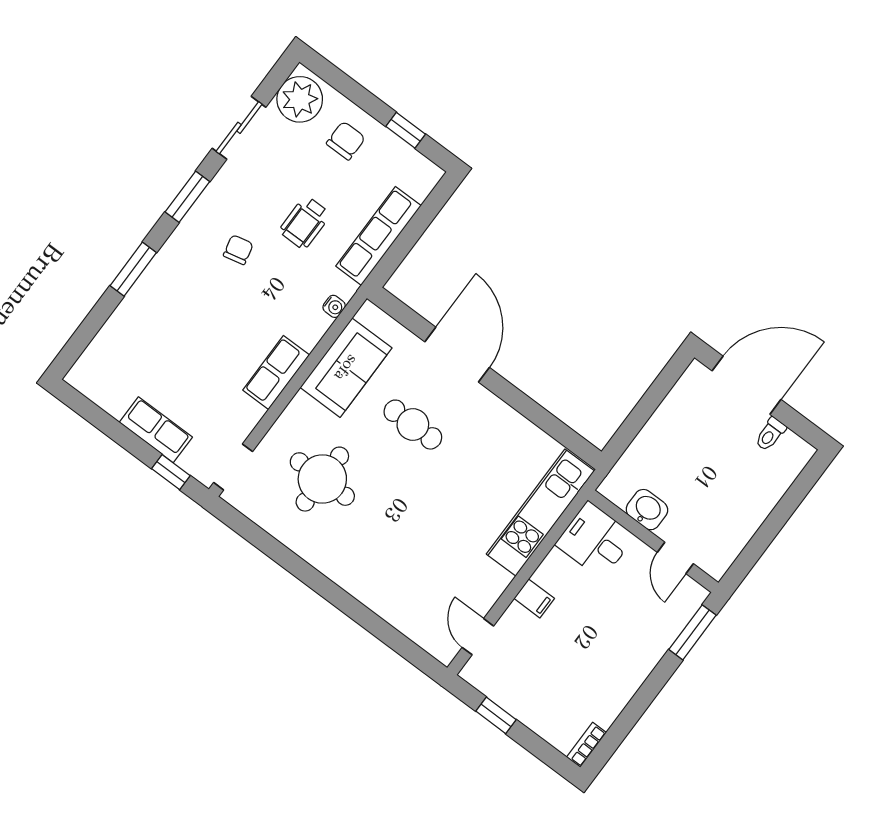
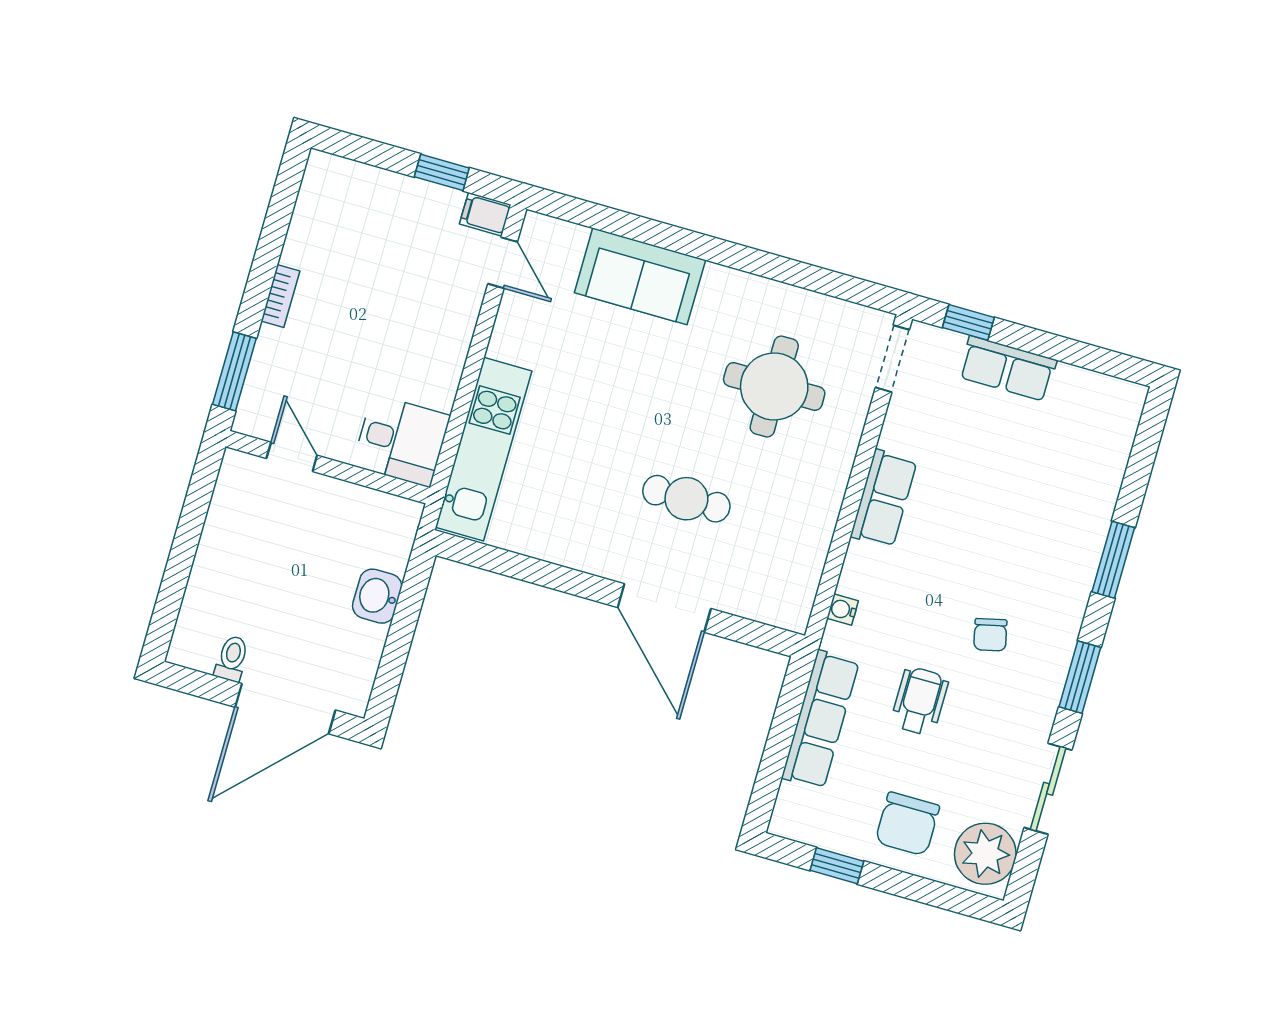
chair: (346, 141) -> (907, 824), width x1.37, depth x1.37
sofa: (346, 368) -> (640, 276), moved, turned -90
washbasin: (647, 510) -> (377, 596), moved, turned 90
filing cabinet: (534, 598) -> (485, 214), moved
bookcase: (587, 745) -> (280, 296), moved

